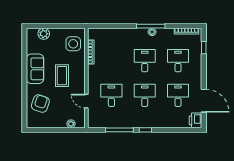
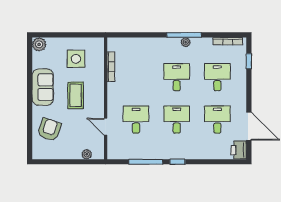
plant: (44, 34) -> (39, 44), moved
side table: (73, 44) -> (76, 59), moved

